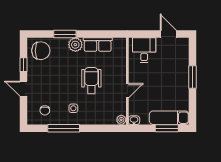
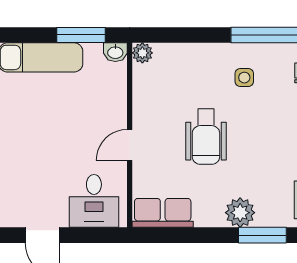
row of seats: (98, 45) -> (163, 213), moved
door: (127, 91) -> (130, 145), moved
window: (167, 128) -> (81, 35), moved

